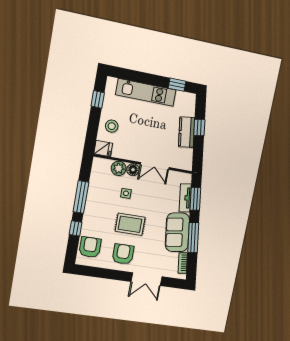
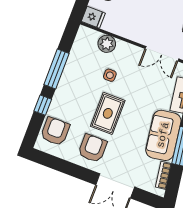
double door: (155, 166) -> (162, 54), moved
floor lamp: (133, 170) -> (123, 49), removed
rug: (130, 224) -> (108, 113), turned 90

